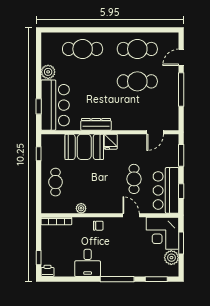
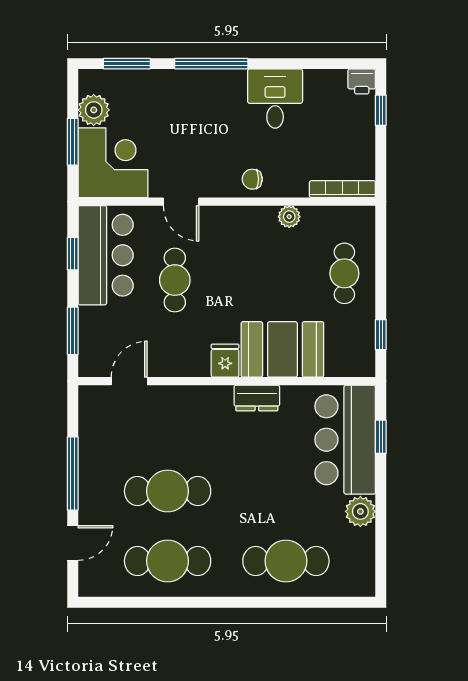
dresser: (96, 124) -> (257, 398), width x0.70

